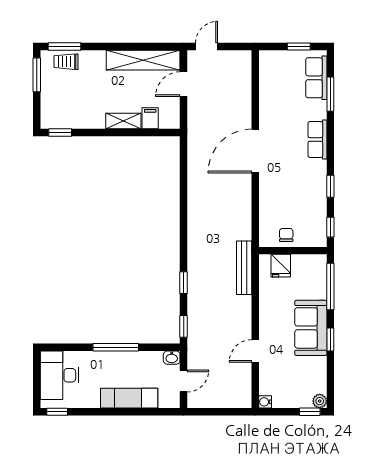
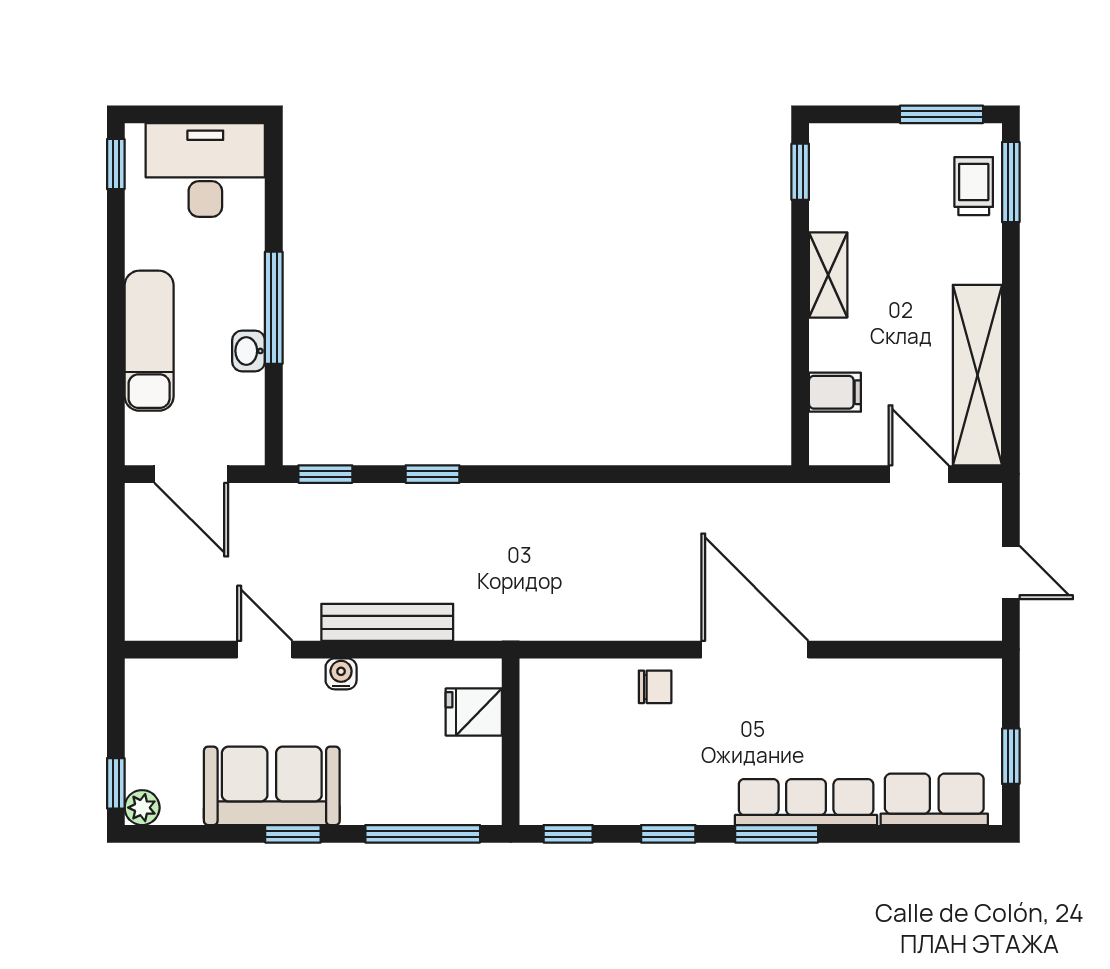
door: (207, 47) -> (1011, 572), moved
window: (330, 94) -> (777, 834), moved
shelving: (123, 121) -> (828, 275), moved
row of seats: (317, 139) -> (806, 802), width x1.48
chair: (286, 235) -> (655, 687), moved
bench: (244, 268) -> (387, 622), moved
sofa: (311, 328) -> (272, 786), moved
washbasin: (172, 358) -> (249, 351), moved
door: (184, 381) -> (191, 474), width x1.38
water cooler: (265, 402) -> (341, 674), moved

